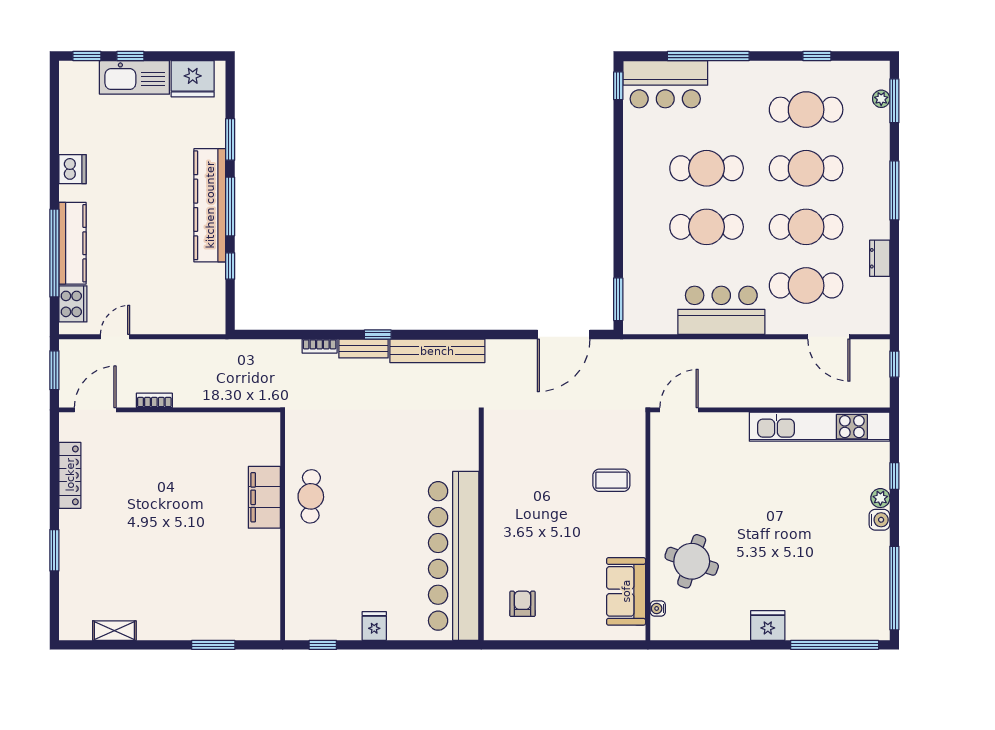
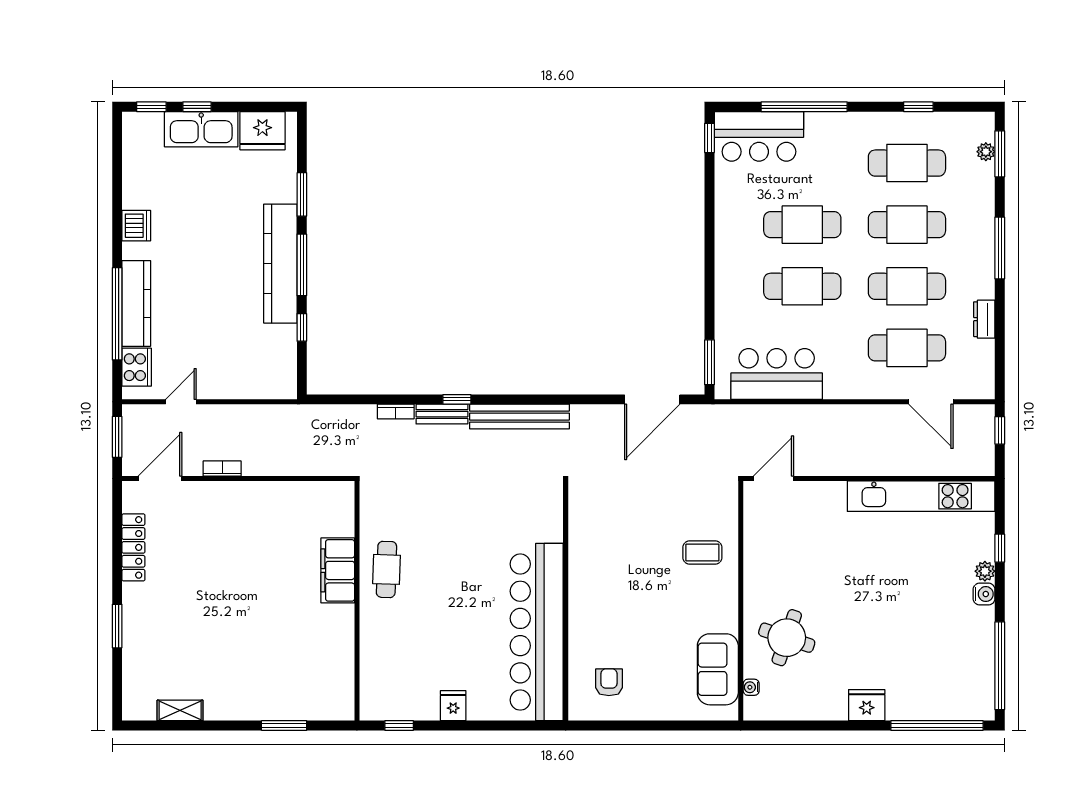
bar counter: (721, 310) -> (777, 374), moved

